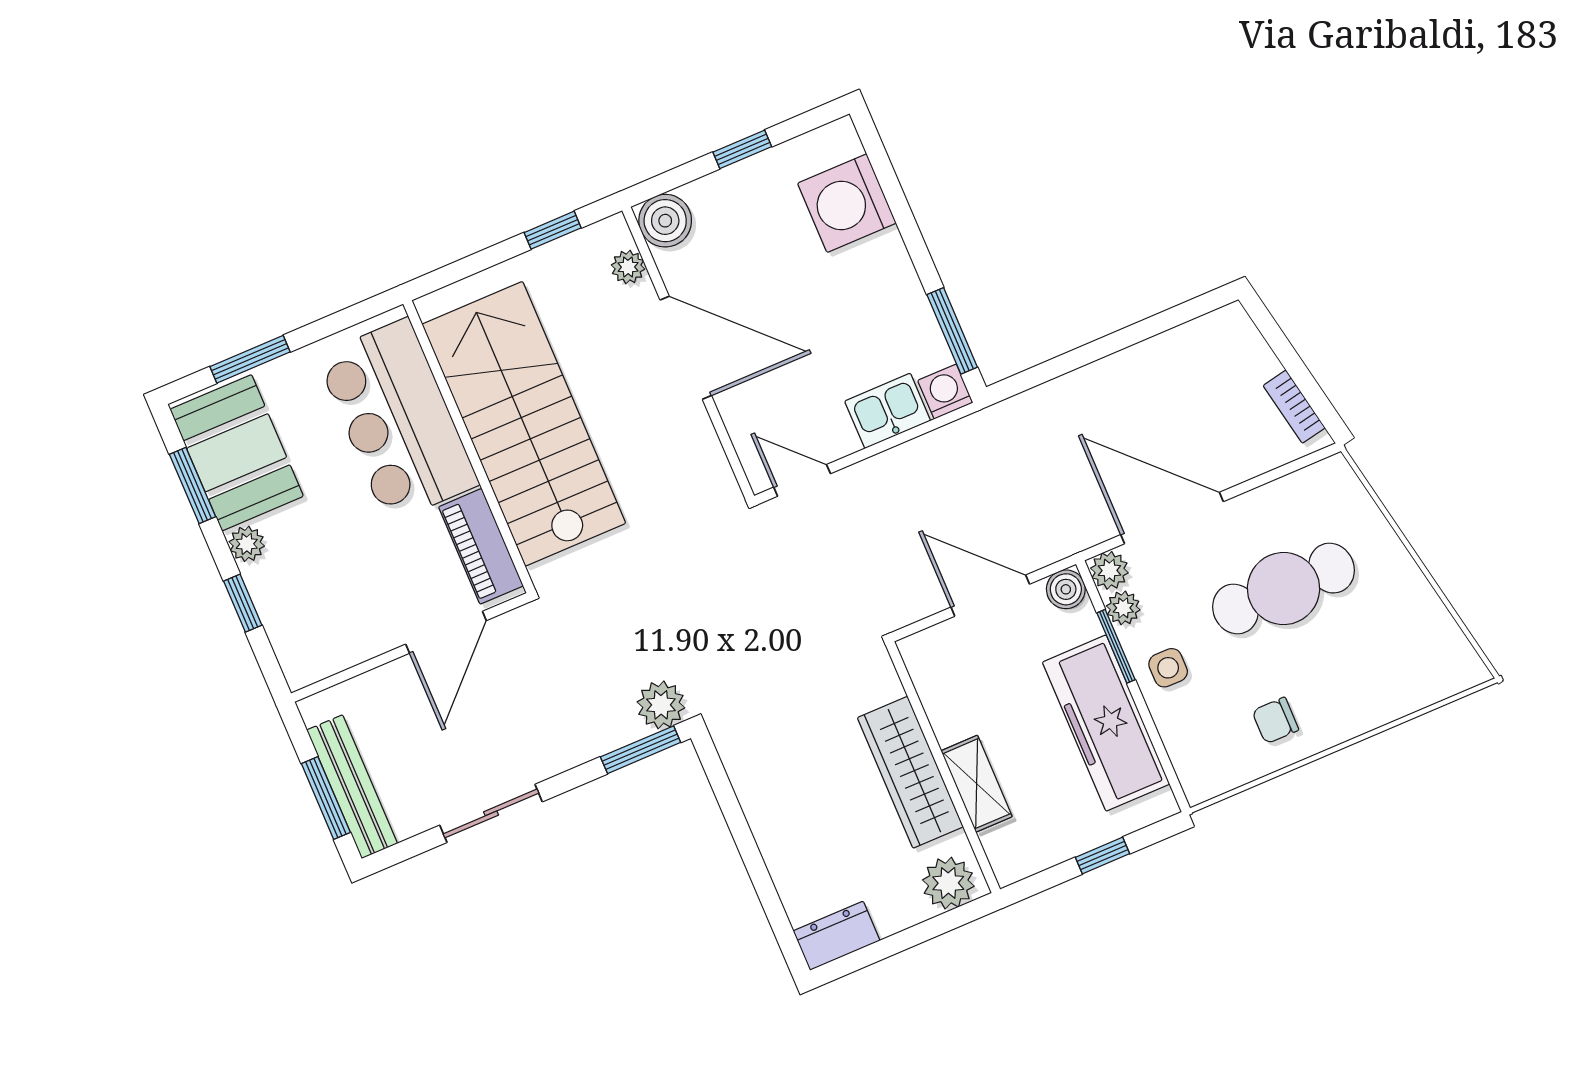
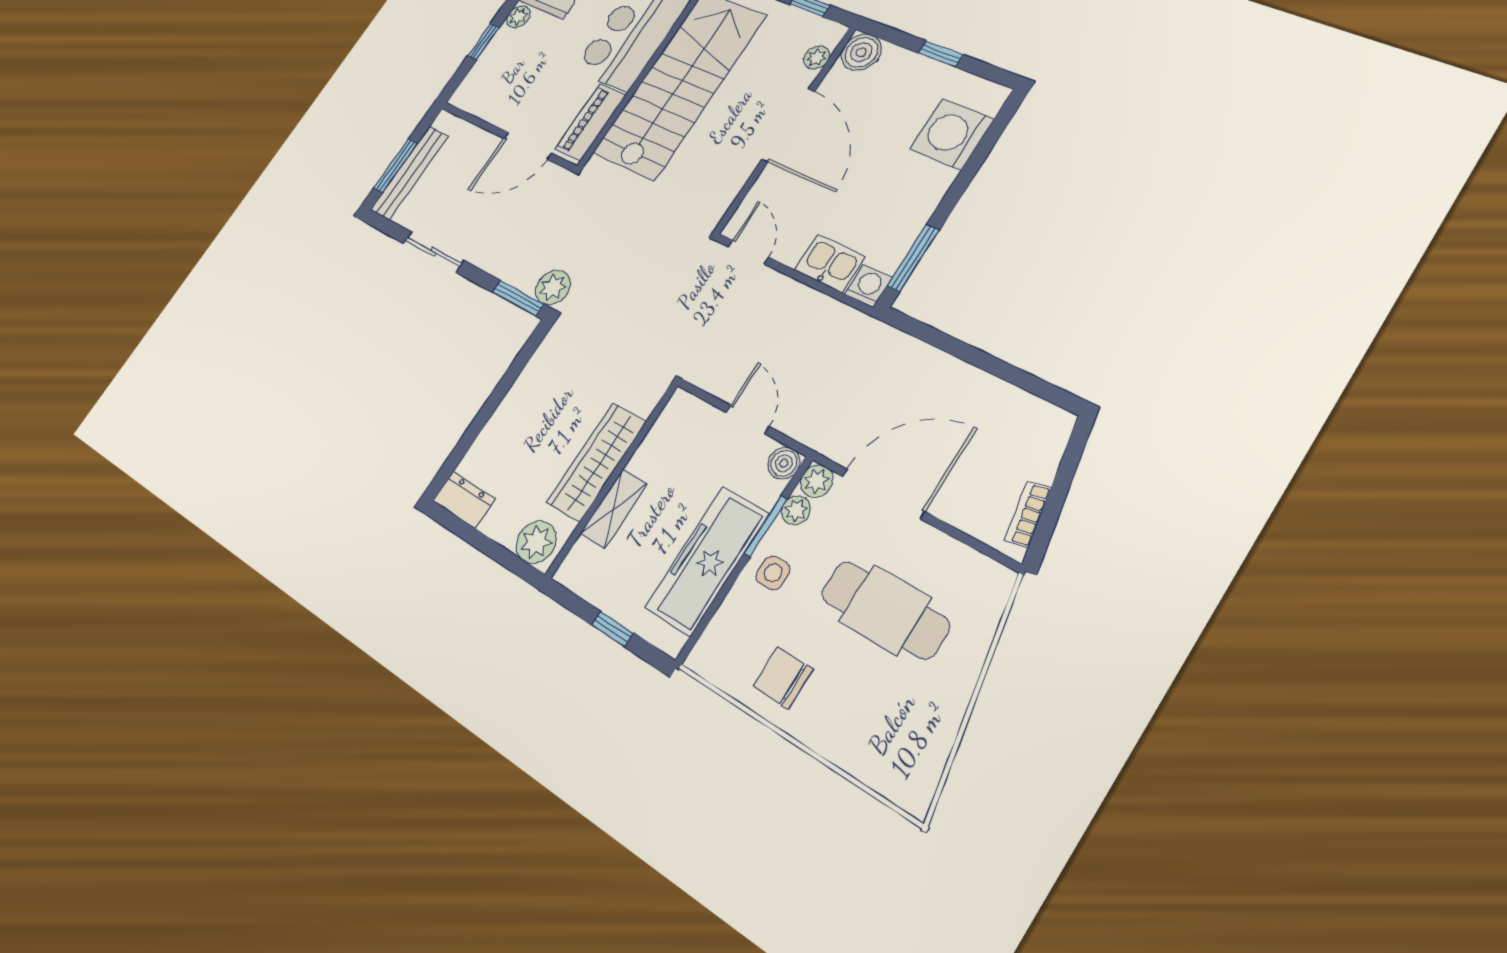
door: (1172, 518) -> (883, 494), hinge flipped
door: (990, 596) -> (747, 419), width x0.73
chair: (1275, 720) -> (783, 678), width x1.37, depth x1.37

